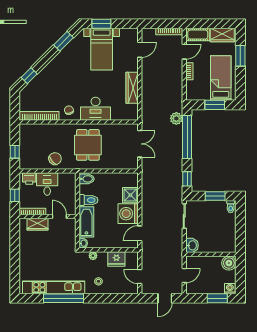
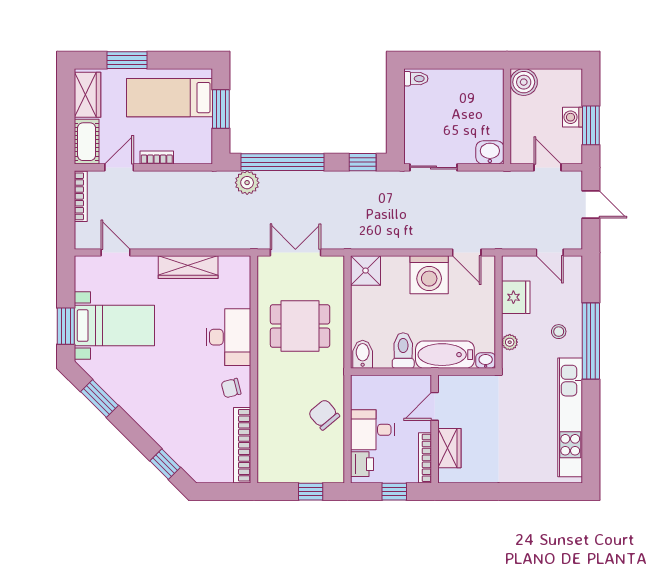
door: (184, 52) -> (119, 167), hinge flipped
dining table: (88, 145) -> (300, 326), moved
shower: (130, 195) -> (366, 271), moved
window: (215, 196) -> (395, 108), removed
door: (140, 277) -> (550, 252), hinge flipped
washing machine: (230, 289) -> (572, 117), moved
window: (64, 298) -> (591, 341), moved
window: (217, 298) -> (591, 125), moved

